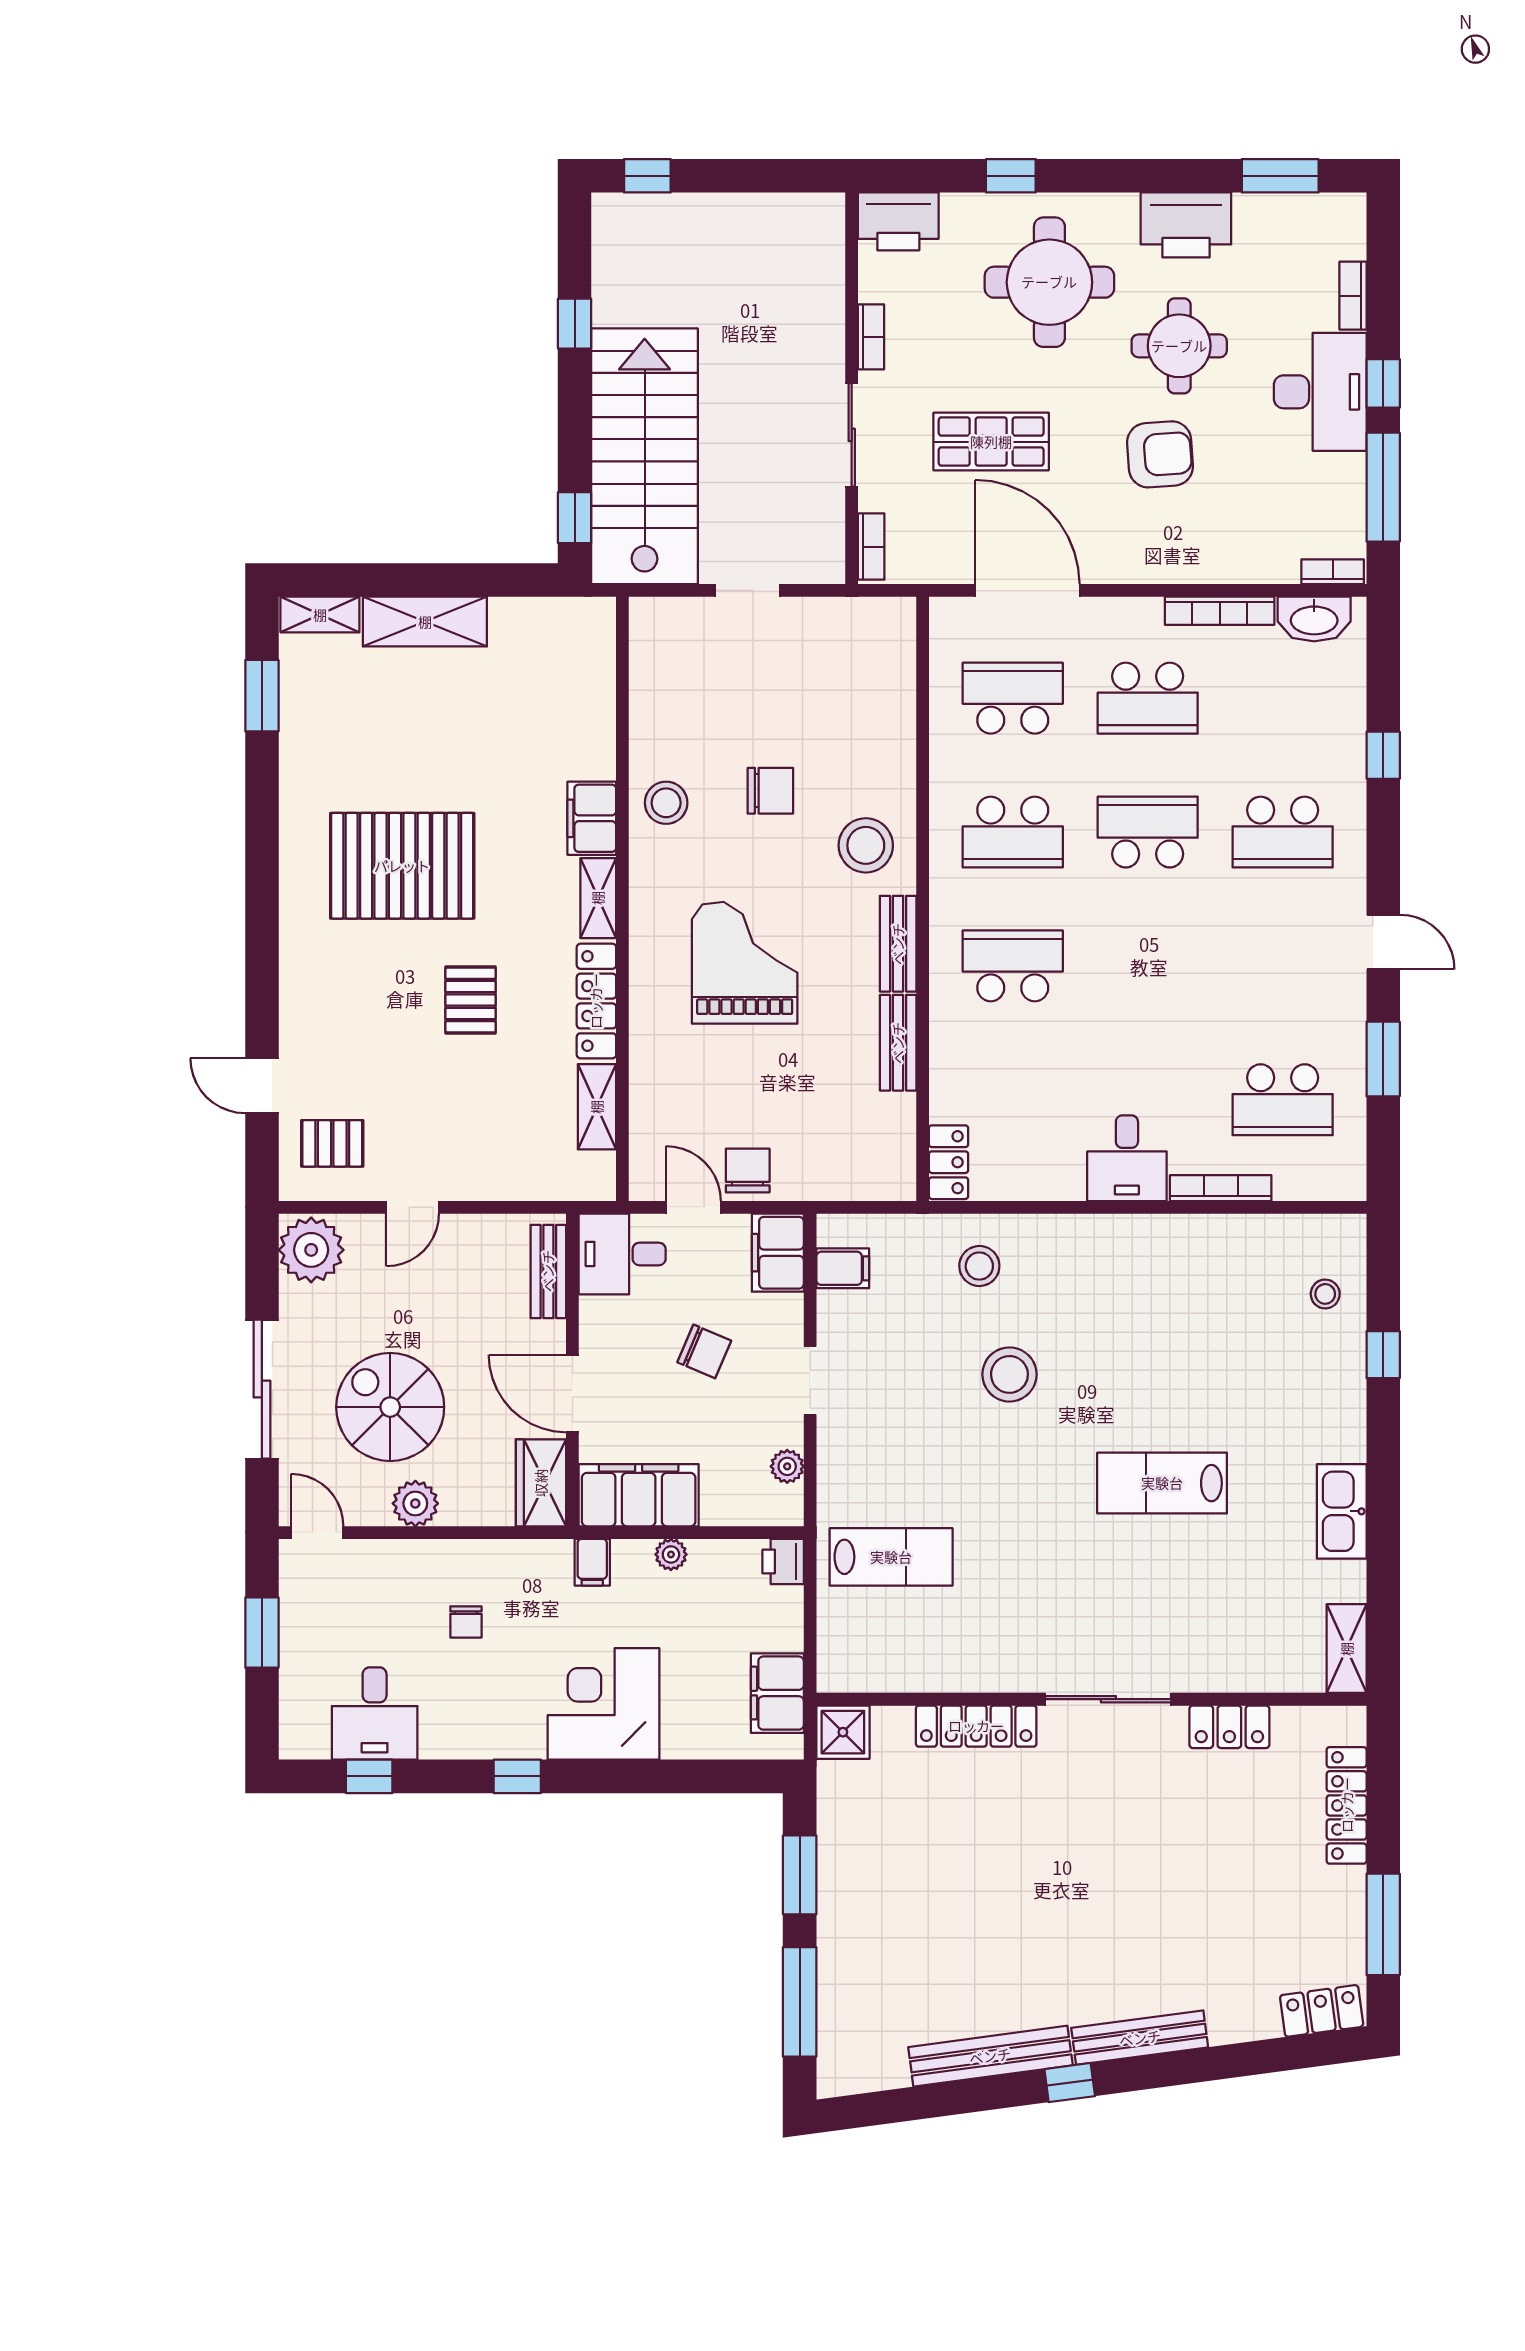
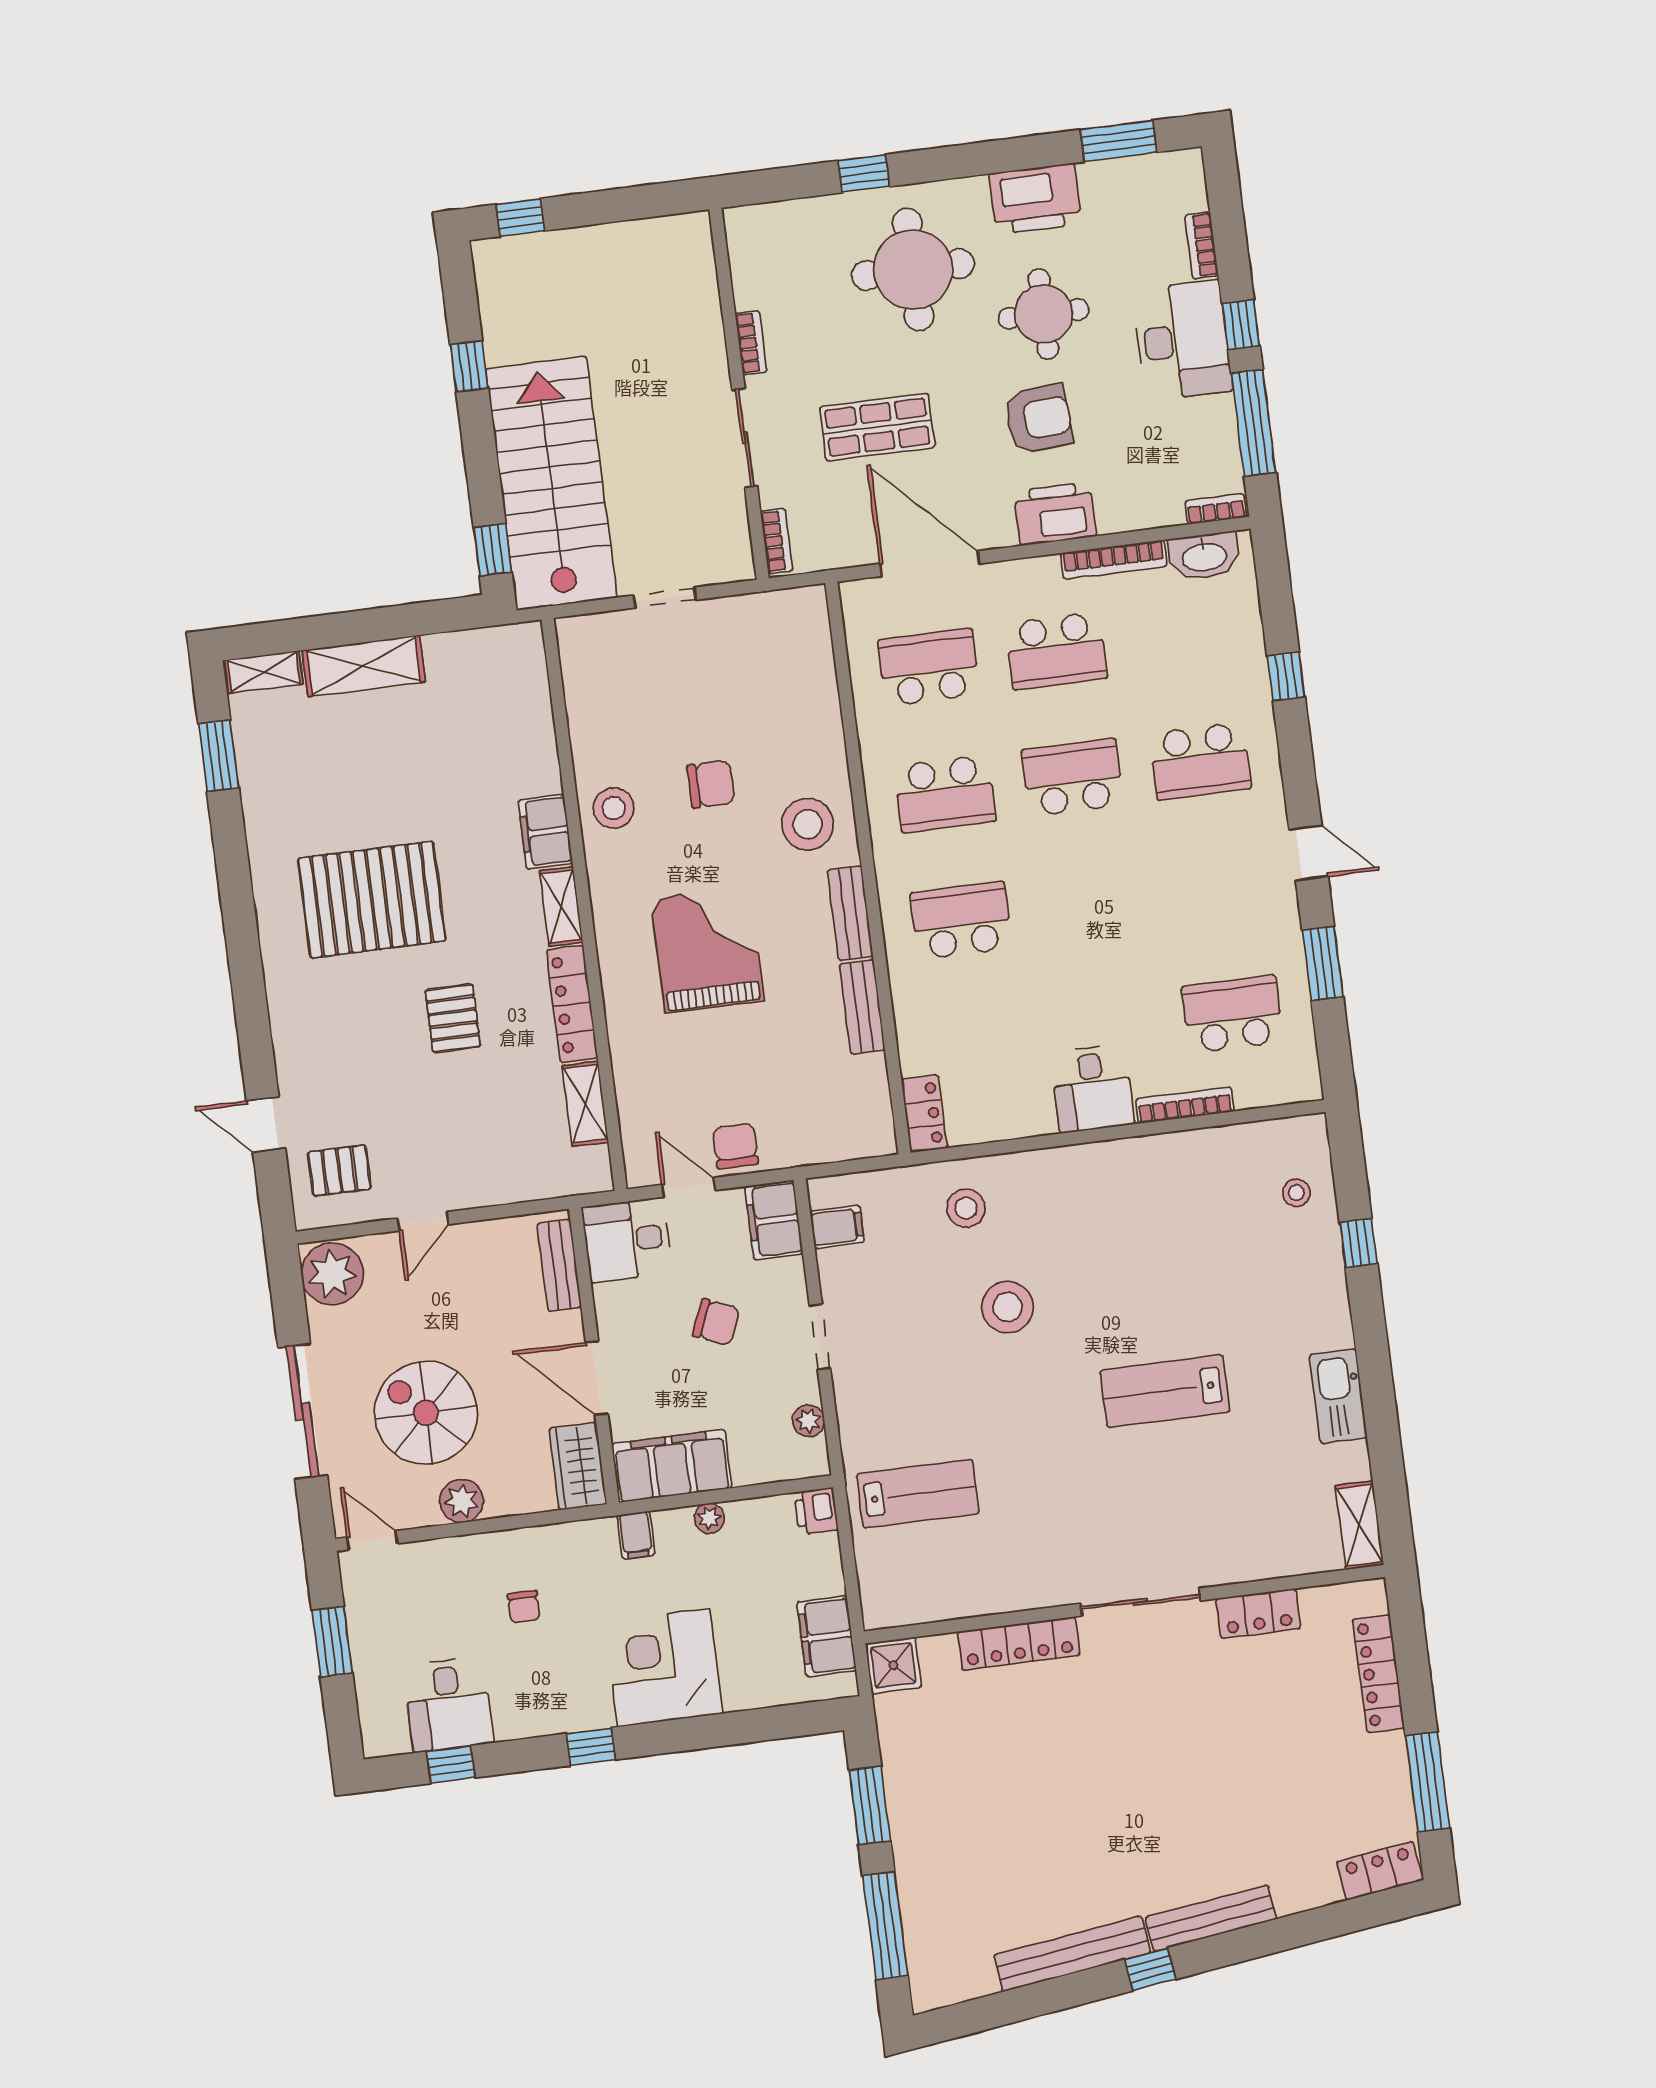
printer: (898, 221) -> (1055, 514), moved, turned 180
school desk: (1283, 1100) -> (1233, 1014), turned 180

